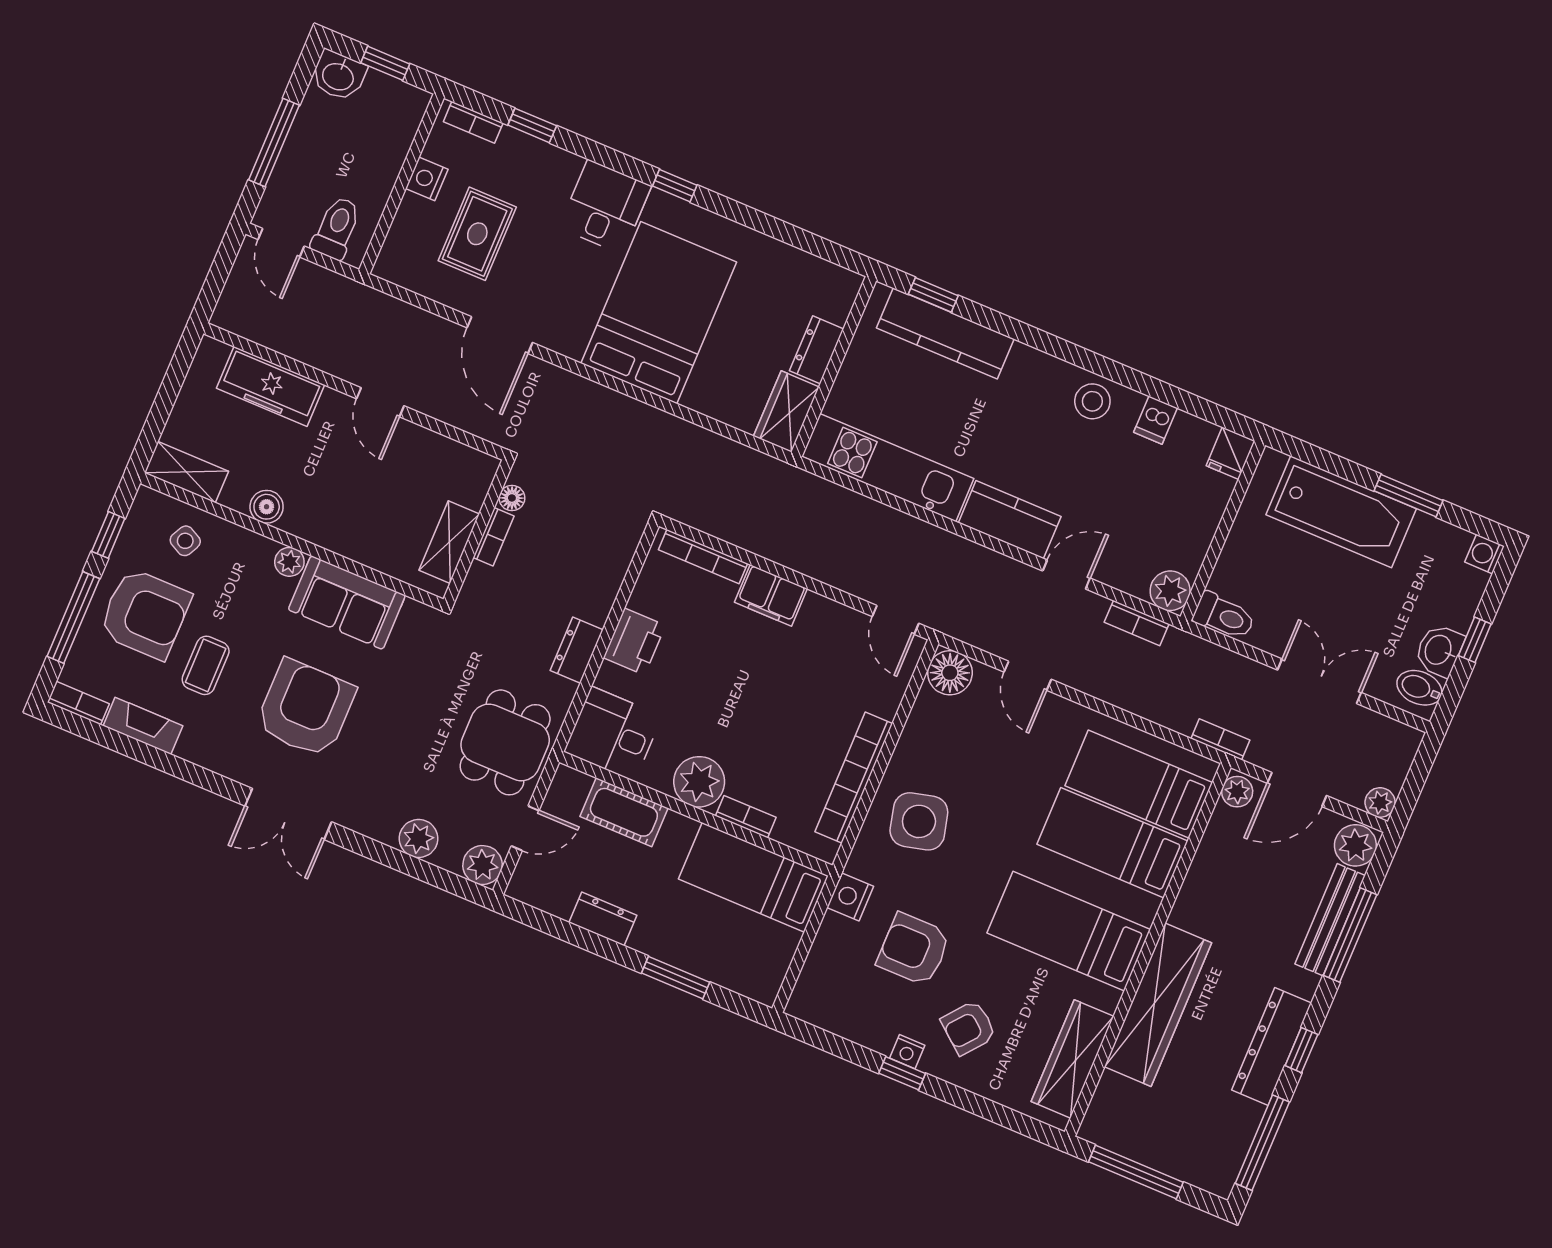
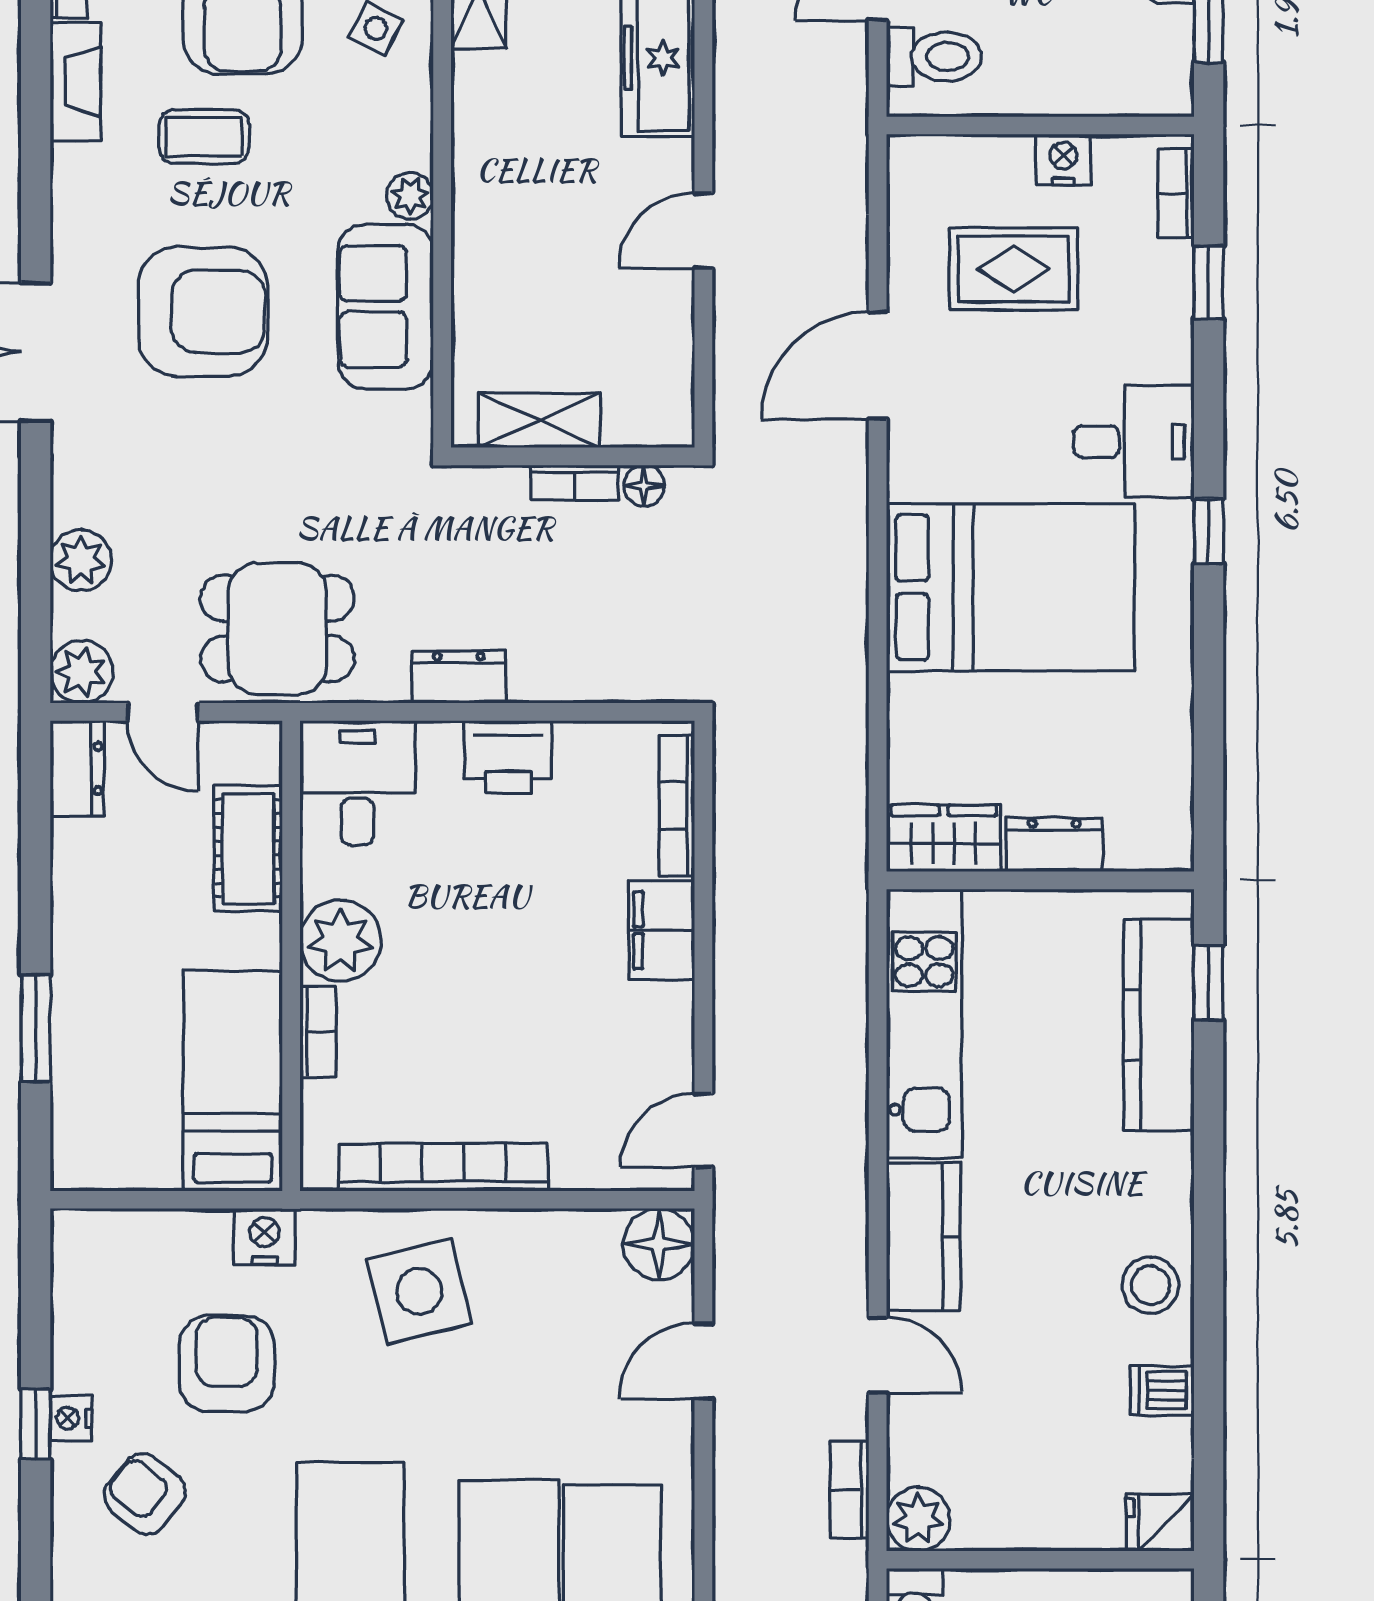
boiler: (267, 507) -> (477, 128), removed
dresser: (603, 919) -> (77, 769), moved

